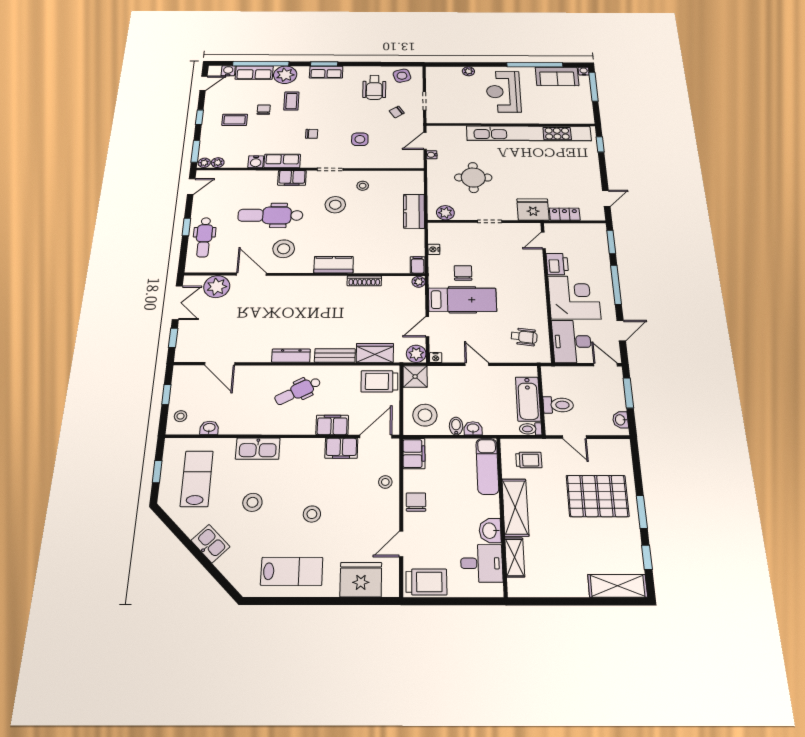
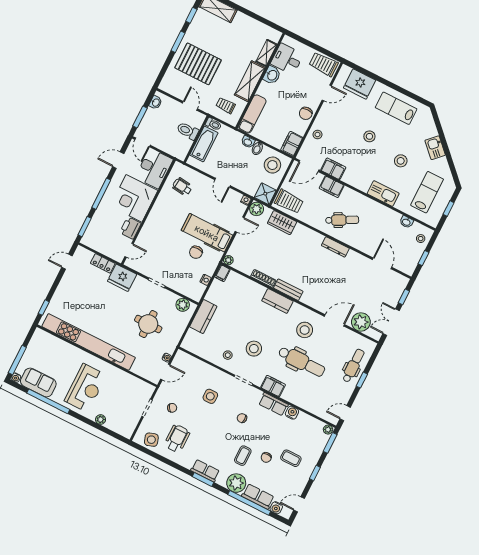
plant: (218, 163) -> (319, 425), removed
door: (251, 274) -> (334, 320), swing flipped
bench: (335, 355) -> (288, 290), moved
lab bench: (197, 479) -> (427, 192), turned 180

